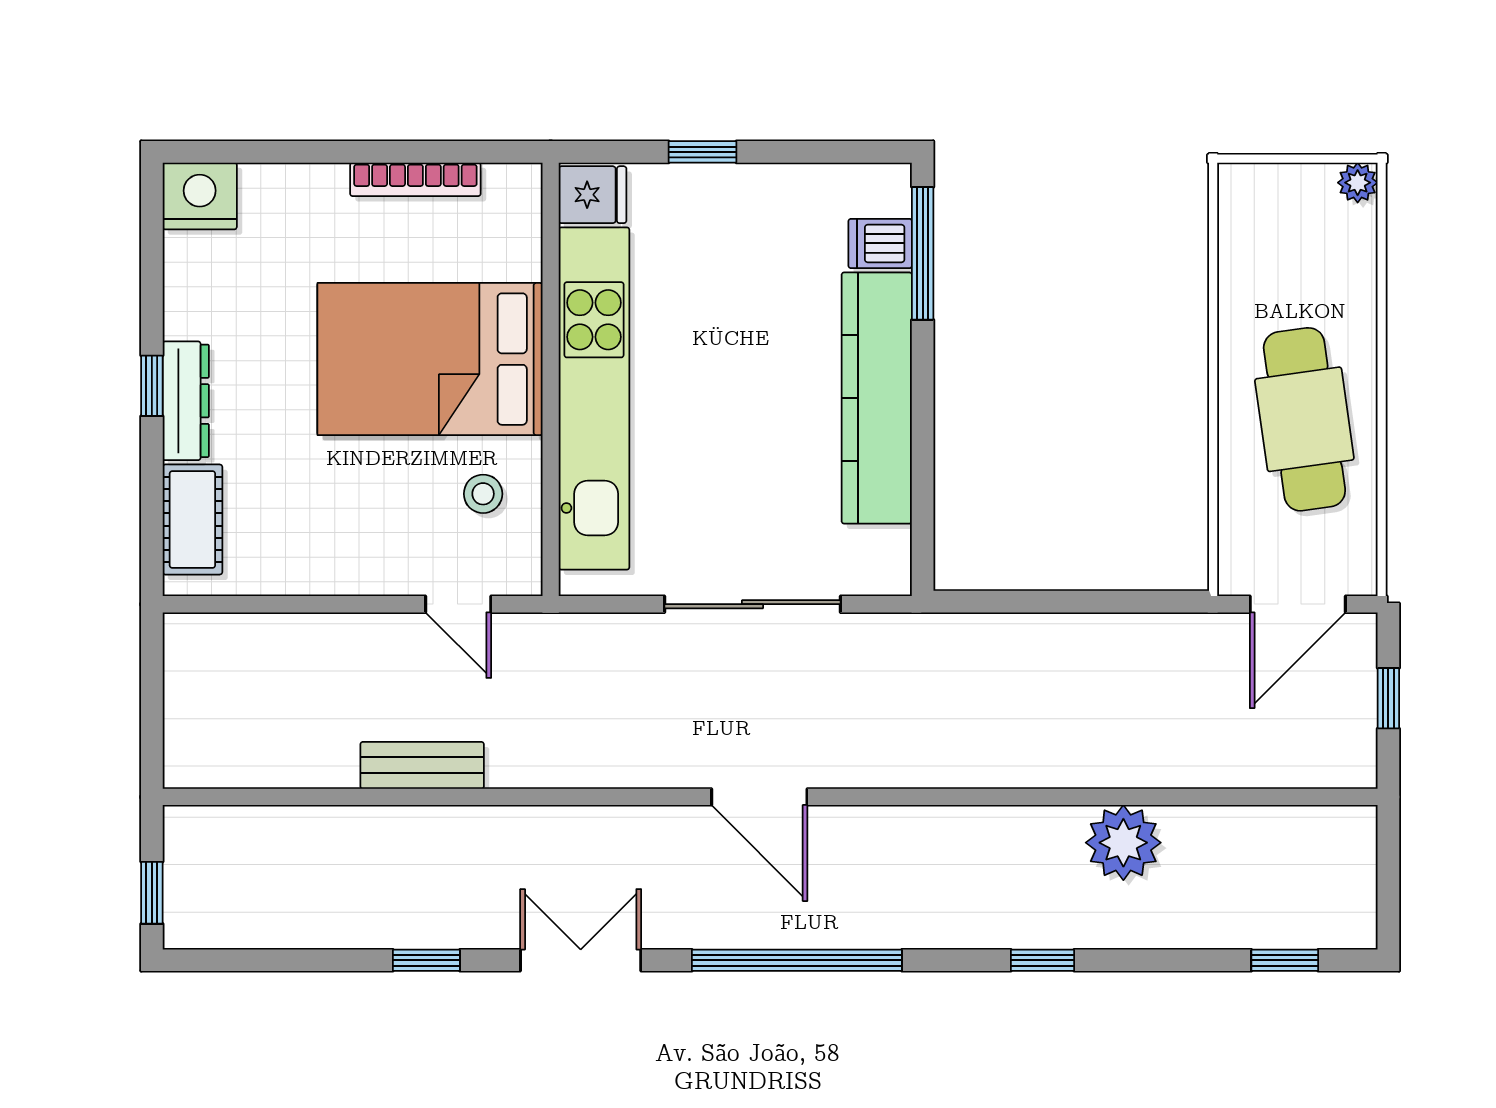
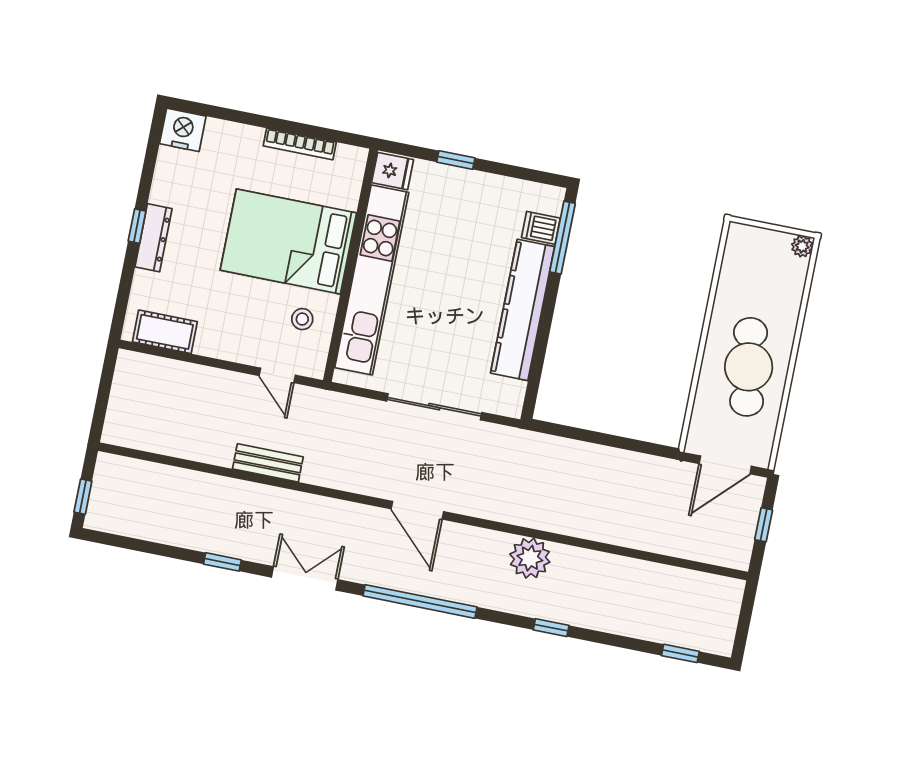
cot: (192, 520) -> (165, 332), moved, turned 90
bench: (422, 765) -> (268, 463), moved
plant: (1123, 843) -> (530, 558), moved

